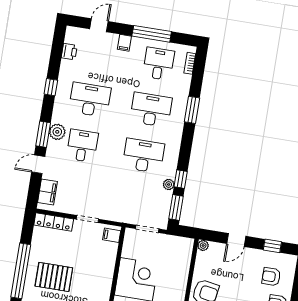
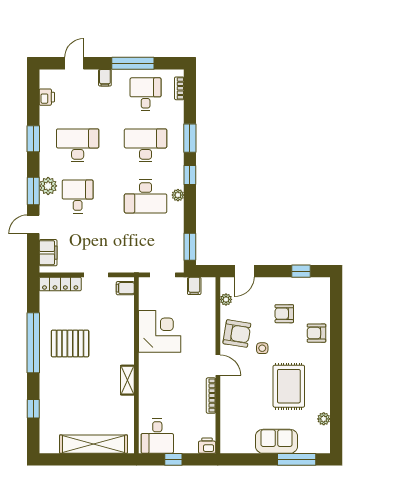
window: (51, 87) -> (33, 139), width x1.50
desk: (143, 156) -> (146, 196), turned 180
window: (181, 179) -> (190, 175), moved
plant: (169, 185) -> (178, 195), moved
door: (236, 240) -> (244, 271), moved
filing cabinet: (174, 243) -> (194, 286), added
plant: (203, 246) -> (226, 299), moved
armchair: (271, 277) -> (284, 314), moved

